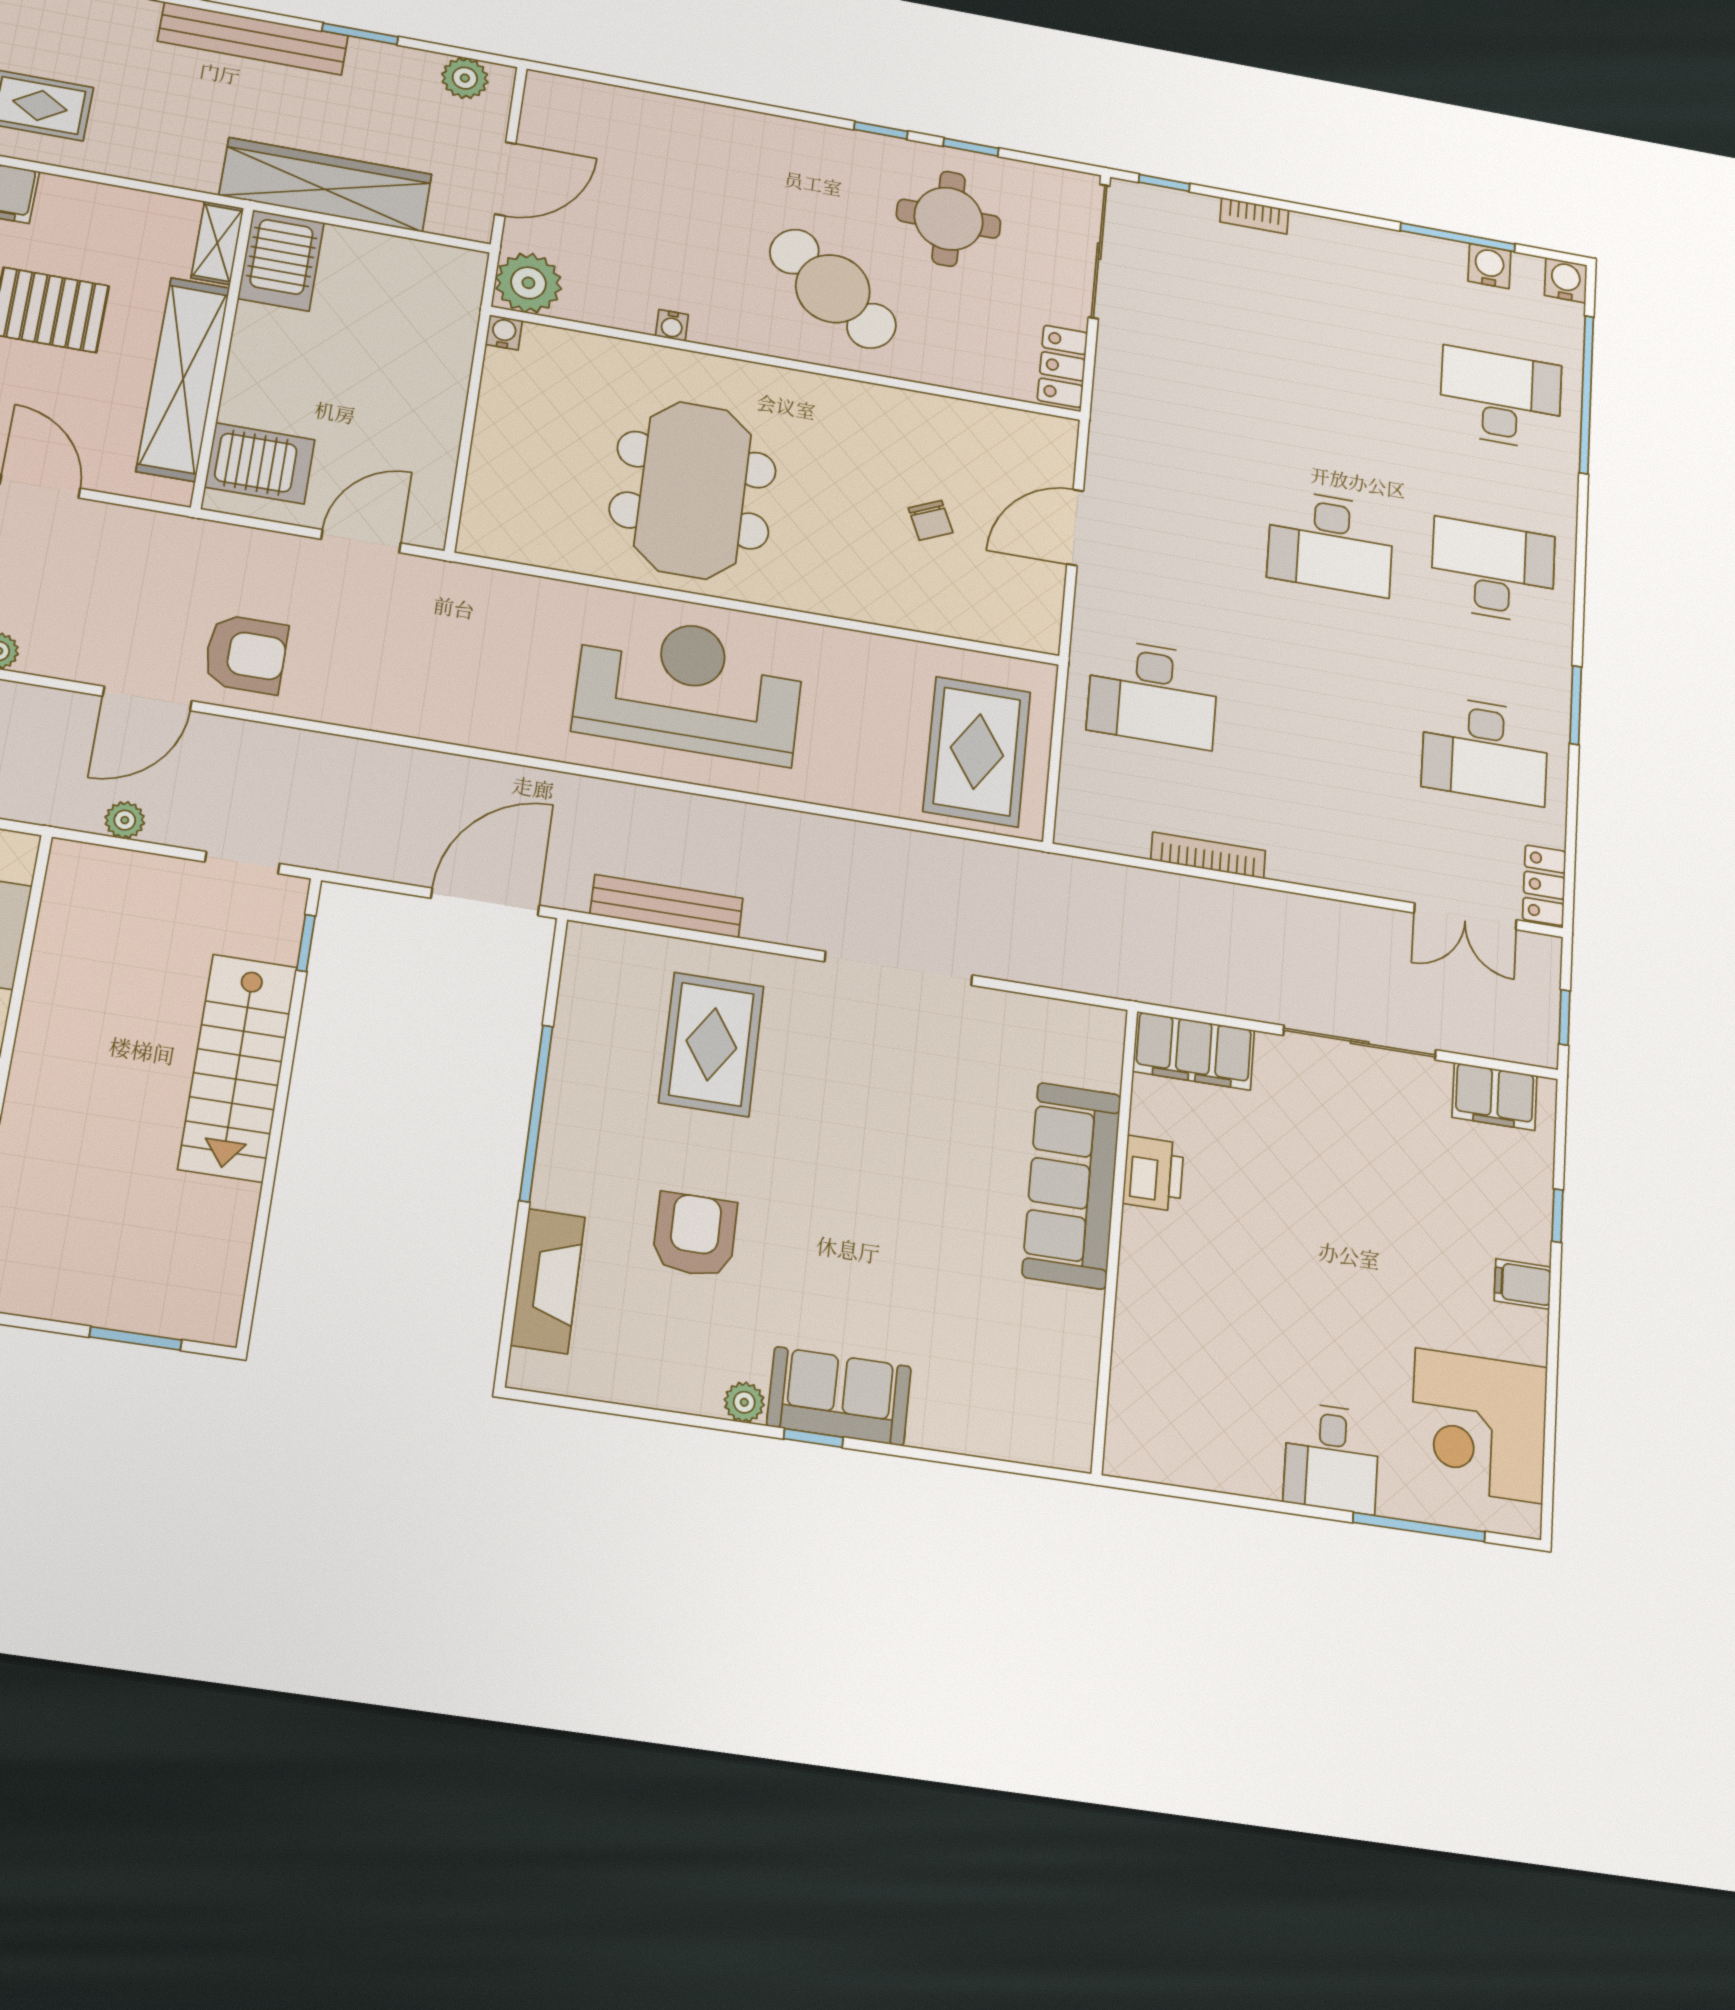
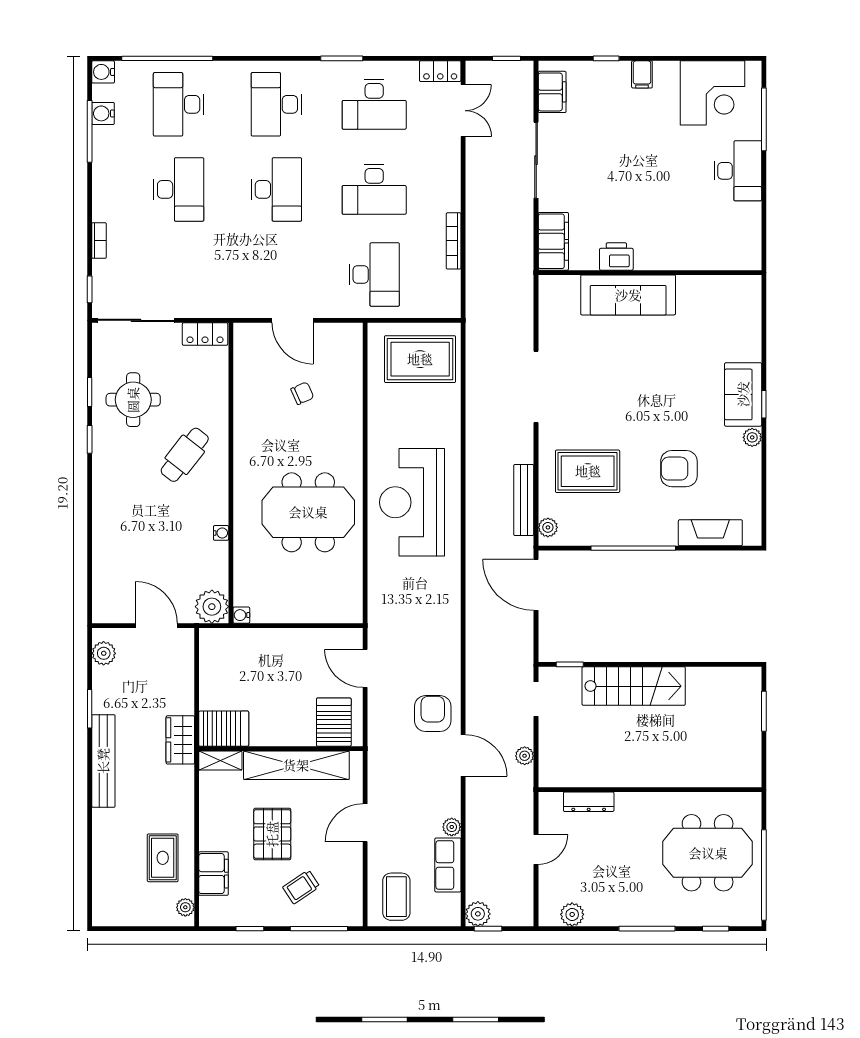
wardrobe: (326, 185) -> (180, 740), width x0.48, depth x0.85
cafe table: (833, 289) -> (185, 455), width x0.73, depth x0.74
desk: (1341, 370) -> (179, 189), added
desk: (1320, 722) -> (374, 189), added
desk: (1485, 750) -> (374, 104), turned 90
plant: (603, 945) -> (548, 527), added
desk: (1332, 1458) -> (738, 171), width x1.37

